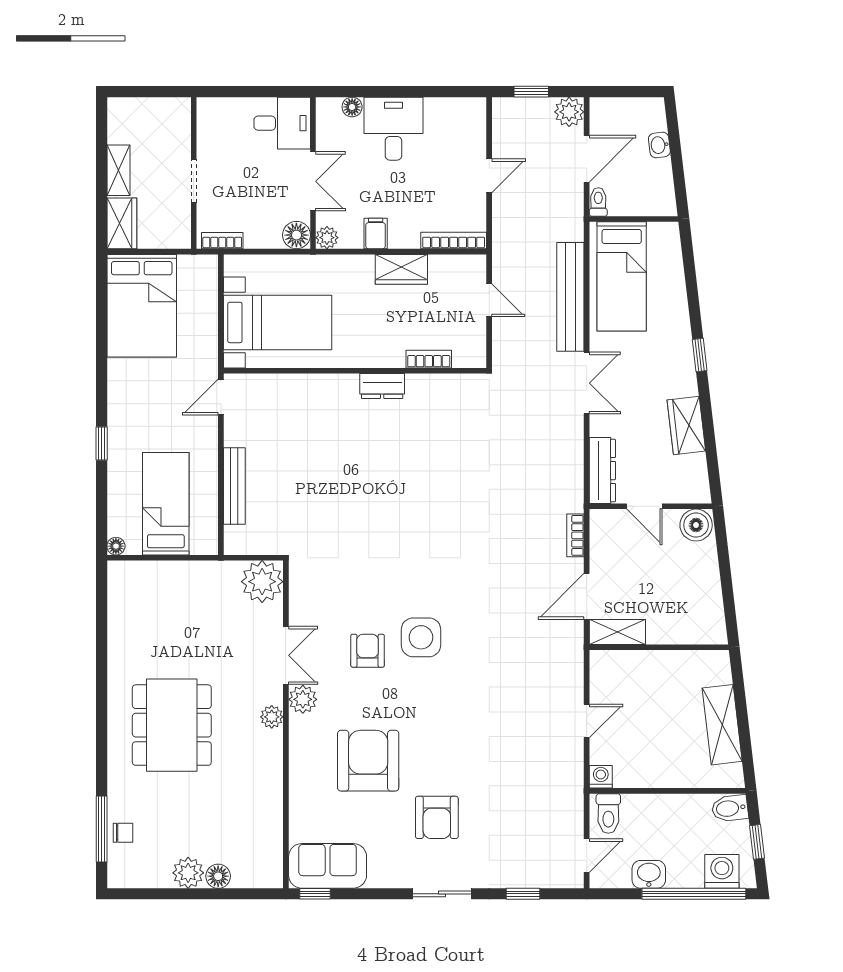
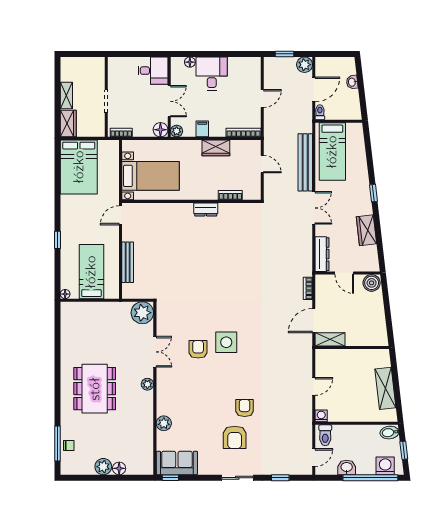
plant: (303, 699) -> (164, 423), moved
armchair: (368, 761) -> (245, 408), moved, width x0.53, depth x0.53

